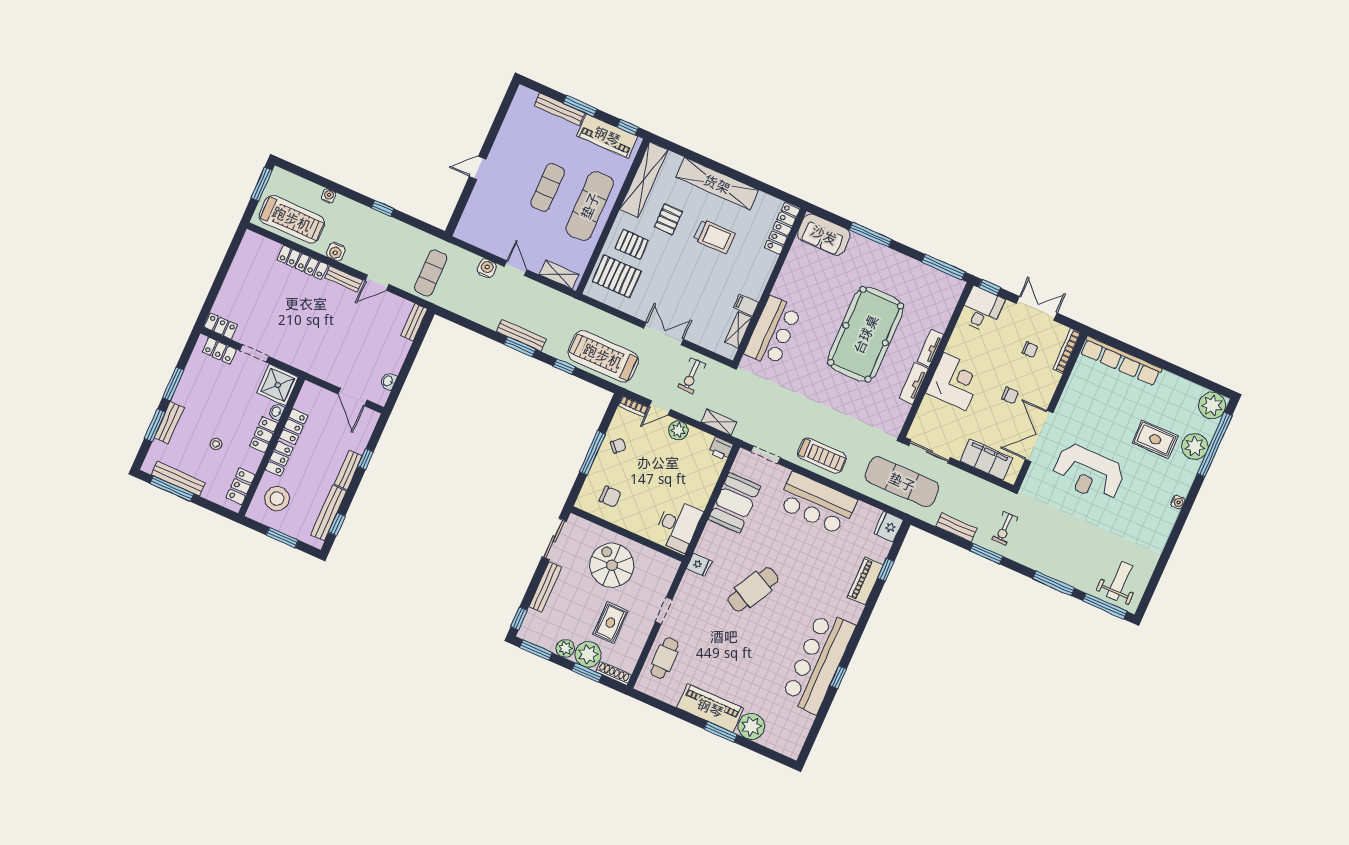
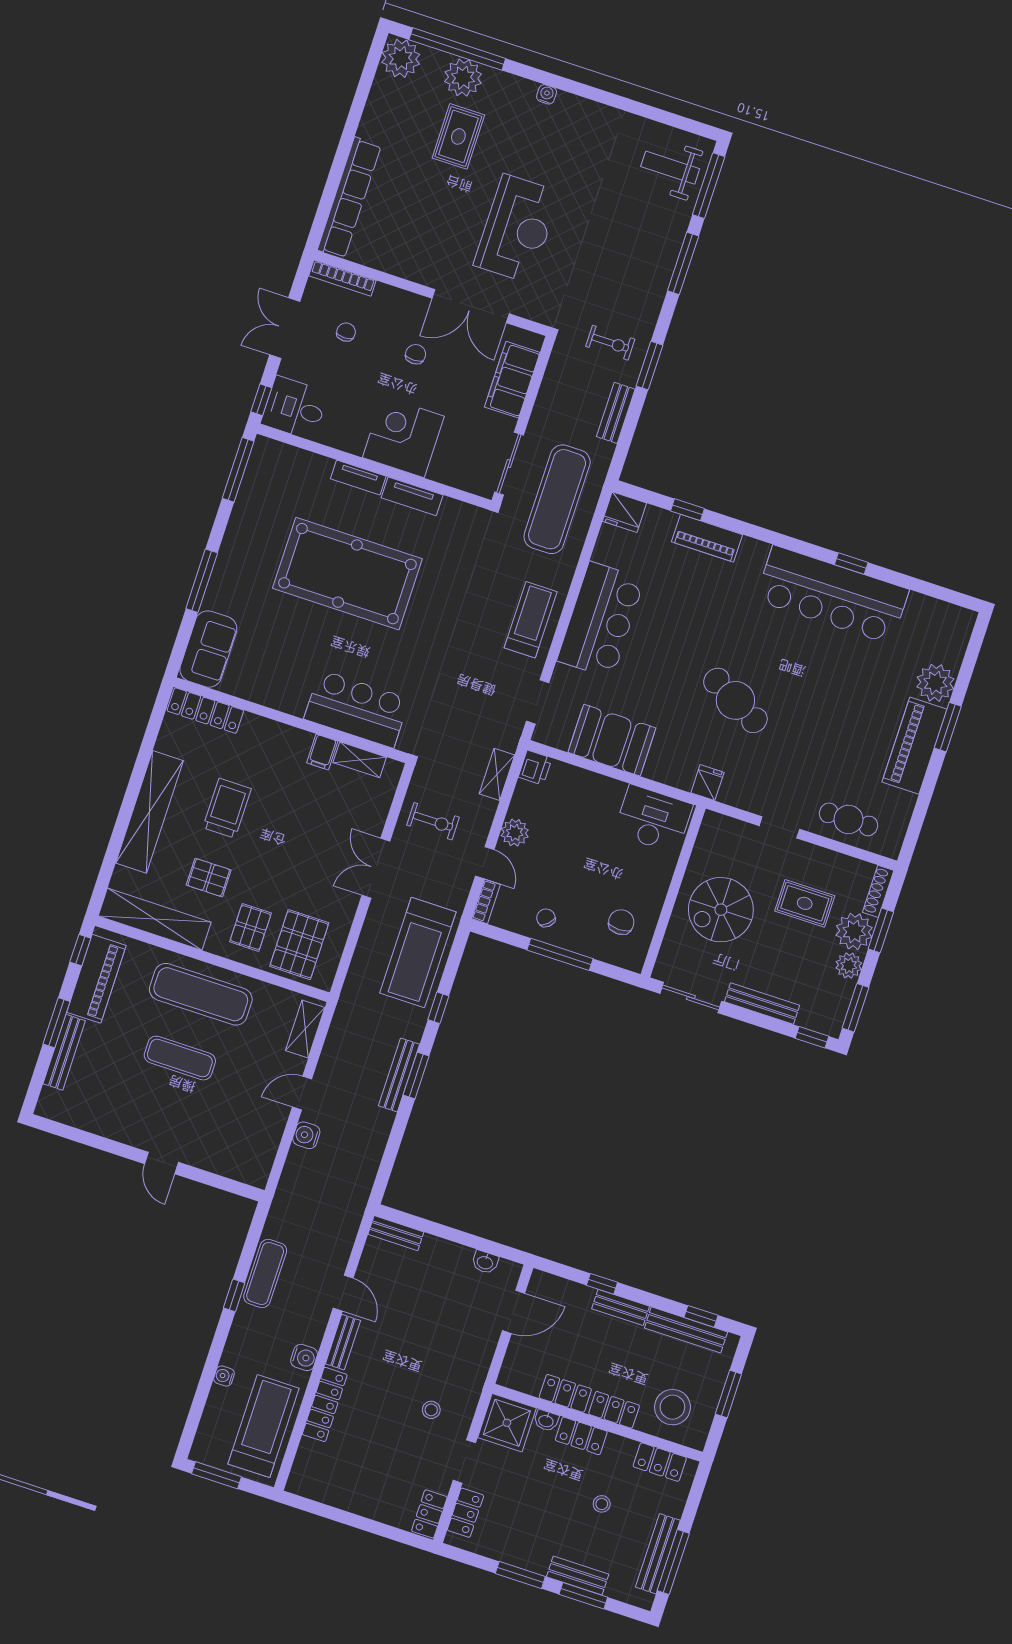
exercise mat: (431, 273) -> (265, 1273), moved, turned 90
stool: (292, 334) -> (431, 1410), added

